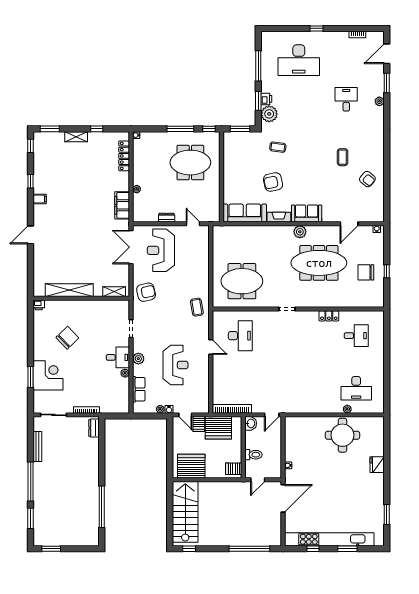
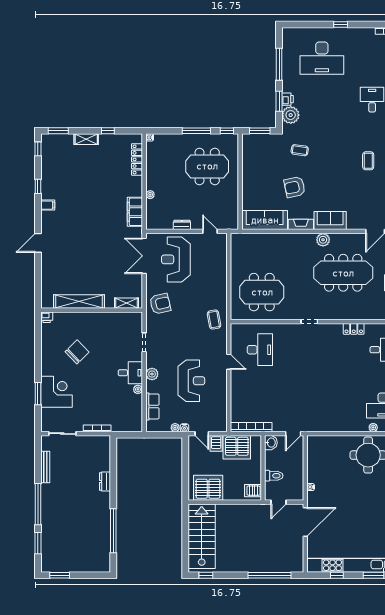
dresser: (94, 428) -> (105, 482), moved

